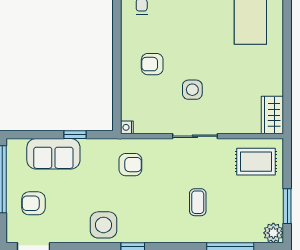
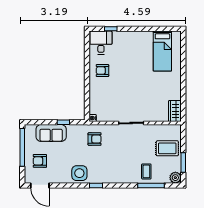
armchair: (152, 64) -> (102, 71), moved
side table: (192, 90) -> (130, 97), removed
rug: (256, 162) -> (167, 148), moved
coffee table: (198, 202) -> (146, 171), moved

